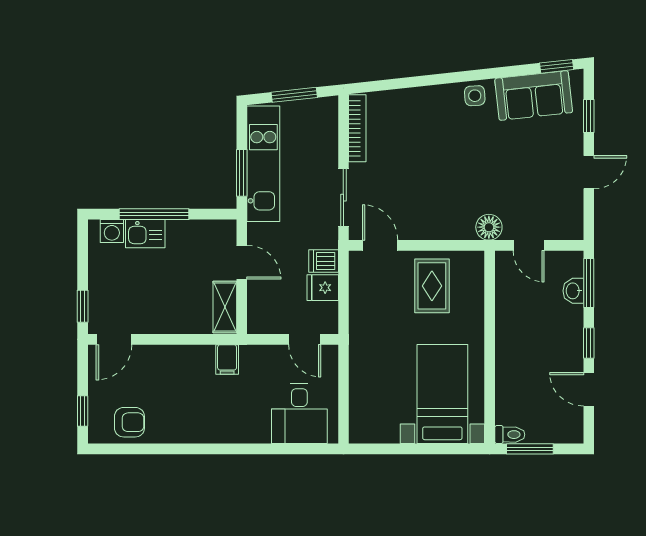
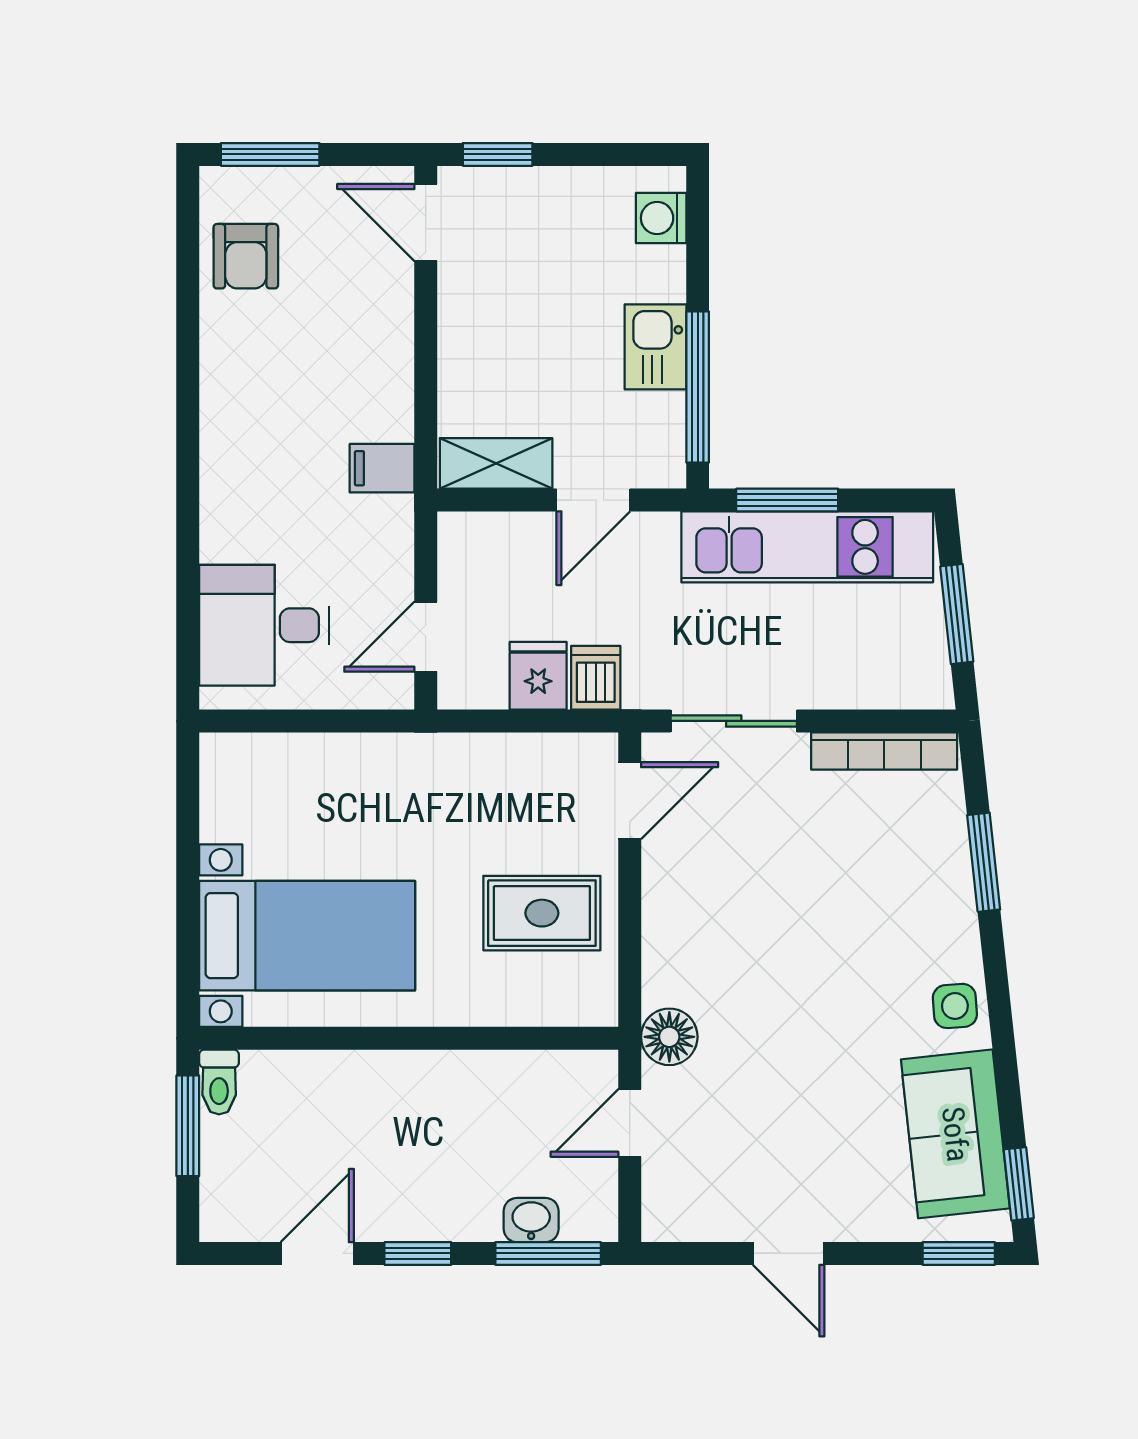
window: (409, 82) -> (984, 862), added
window: (589, 116) -> (959, 1253), moved
window: (154, 214) -> (698, 387), moved
kitchen sink: (145, 234) -> (655, 347), moved
window: (83, 411) -> (270, 154), width x1.50

